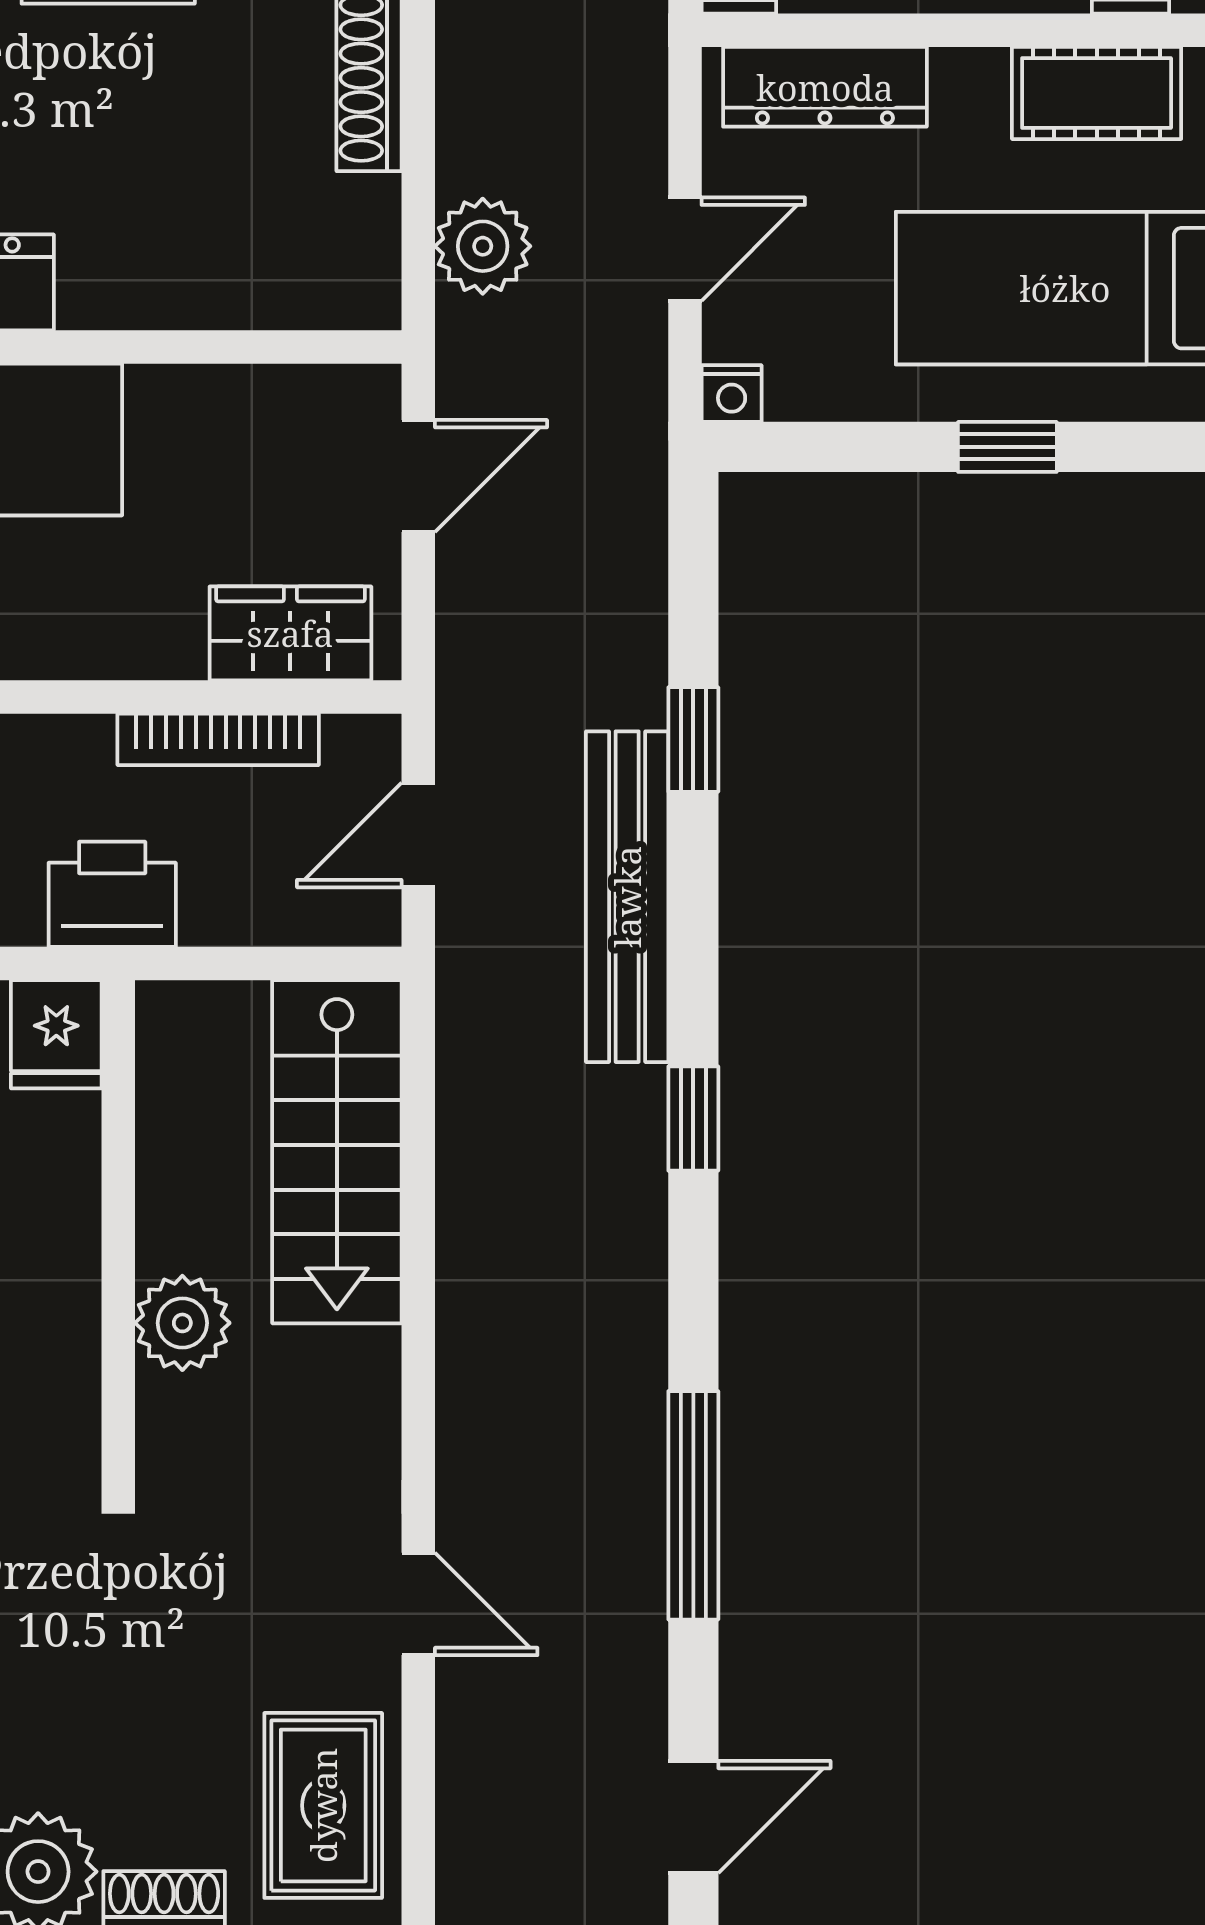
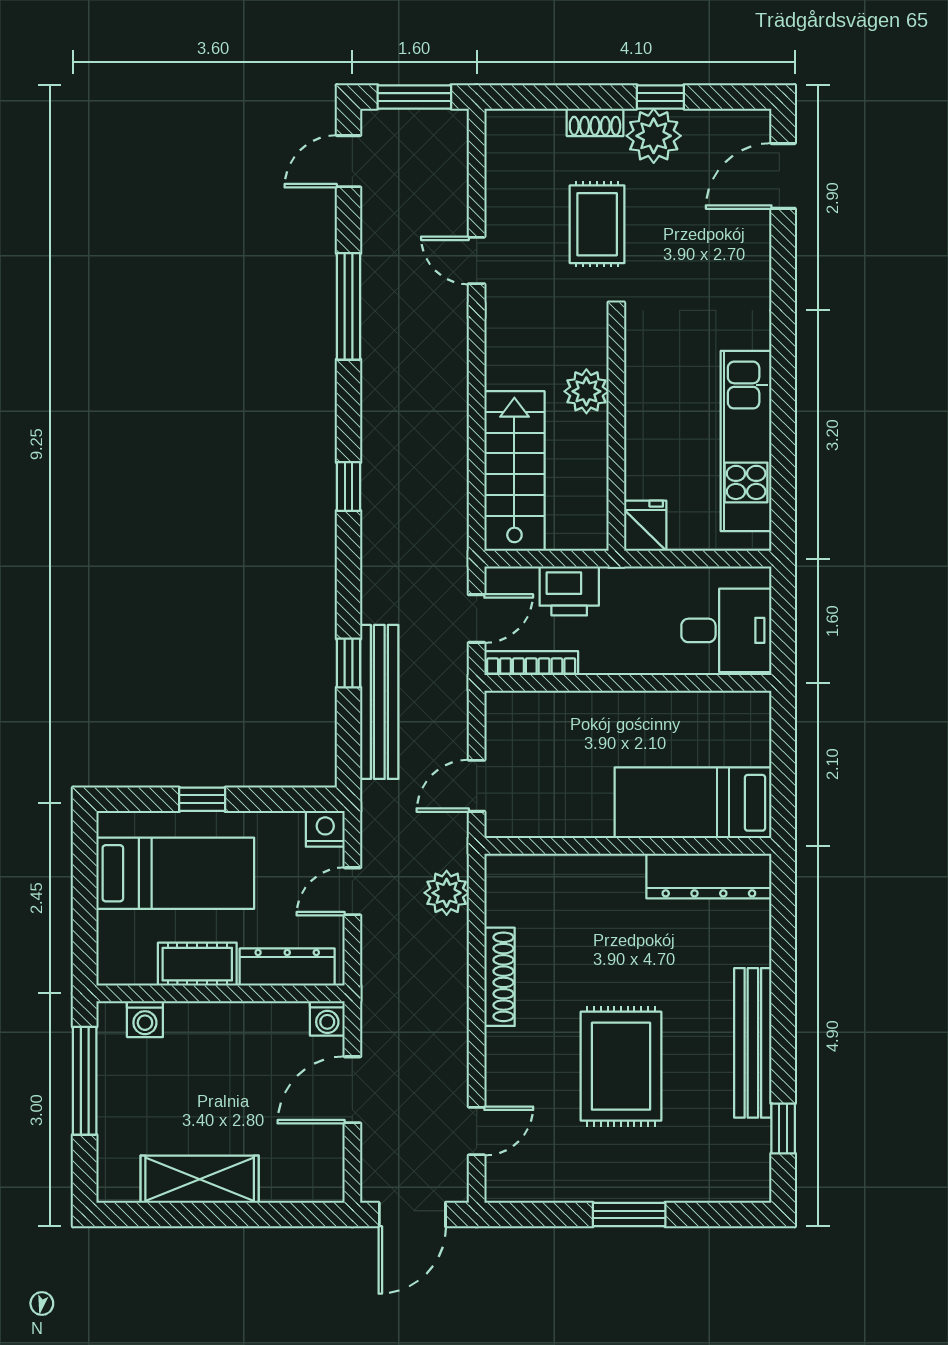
cot: (1097, 93) -> (197, 964), moved
nightstand: (732, 394) -> (325, 829), width x1.39, depth x1.35
wardrobe: (290, 633) -> (536, 712), removed
bookcase: (218, 739) -> (531, 663), moved
printer: (112, 894) -> (569, 591), moved
bench: (627, 897) -> (379, 702), moved
rug: (323, 1805) -> (597, 224), moved

